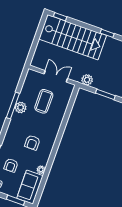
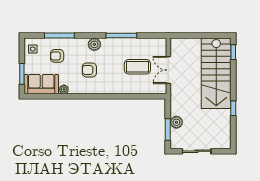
double door: (56, 76) -> (168, 70), swing flipped
plant: (87, 80) -> (176, 122), moved
plant: (21, 107) -> (94, 44), moved

